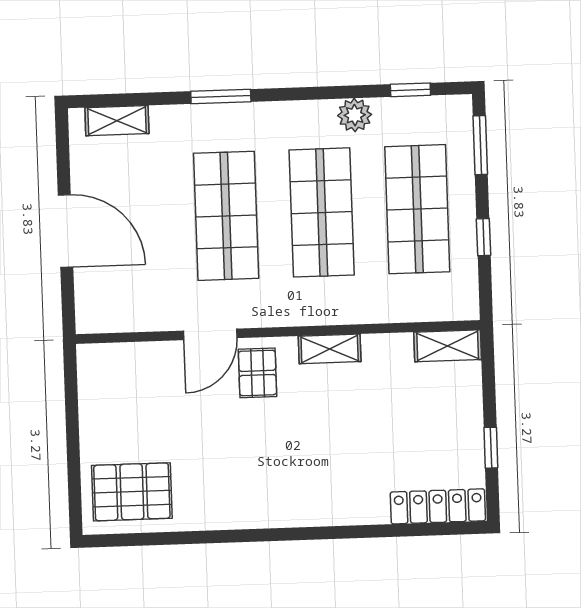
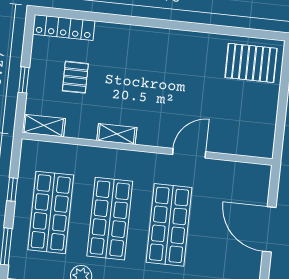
pallet: (257, 373) -> (75, 77), moved
window: (491, 448) -> (24, 80), moved

